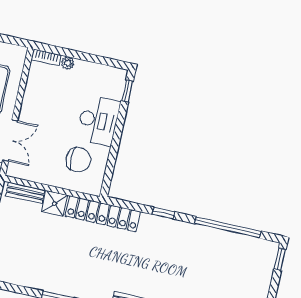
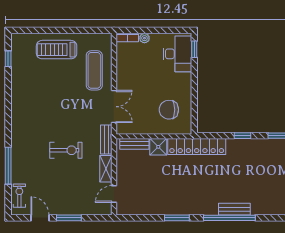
desk: (98, 120) -> (177, 54), moved
chair: (78, 160) -> (169, 110), turned 180

